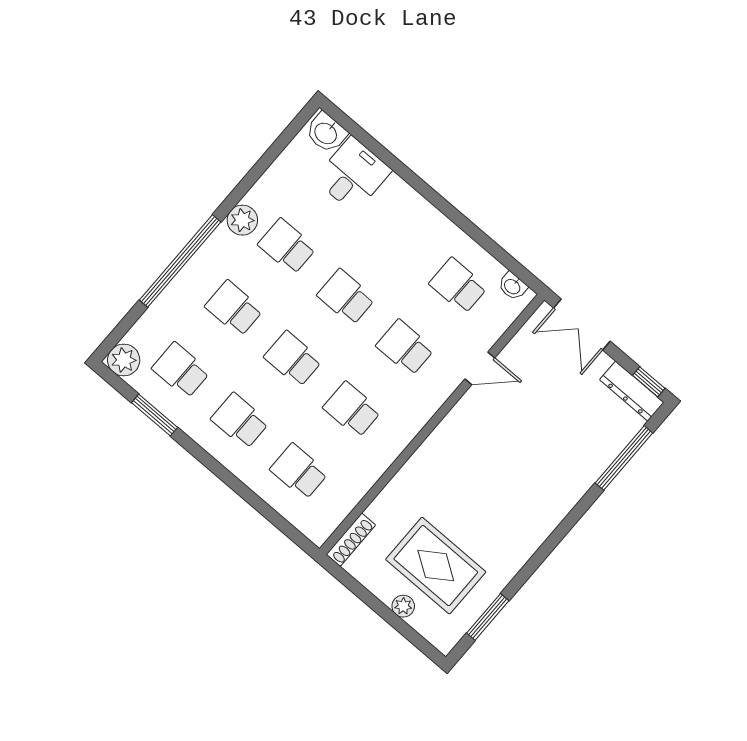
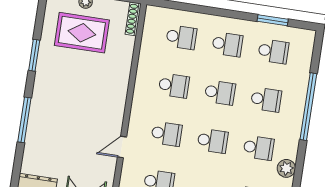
plant: (242, 220) -> (286, 168), moved
plant: (124, 360) -> (306, 38), removed
window: (624, 458) -> (24, 120), moved
window: (488, 617) -> (34, 55), moved

